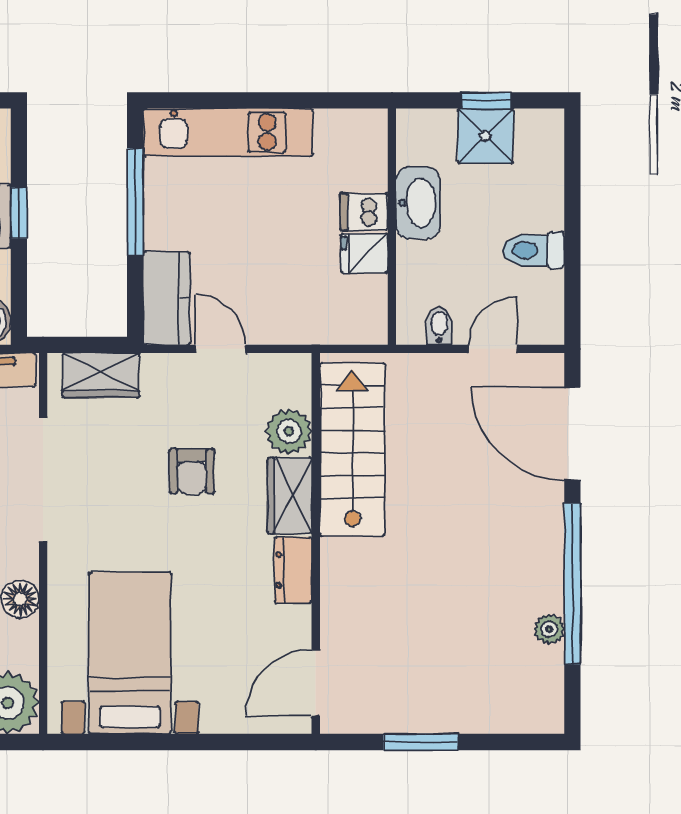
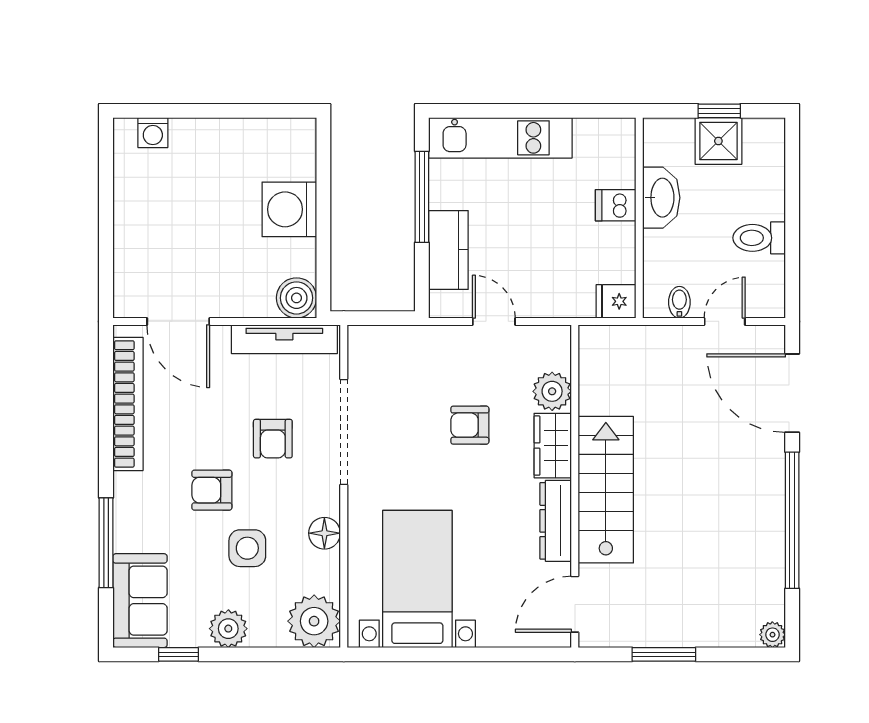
window: (19, 213) -> (323, 206), removed
fridge: (364, 253) -> (616, 301), moved
kitchen counter: (167, 298) -> (448, 250), moved
wardrobe: (101, 375) -> (393, 344), removed
stairs: (352, 449) -> (606, 490), moved
armchair: (192, 471) -> (470, 425), turned 90
dresser: (293, 570) -> (556, 521), width x1.44
plant: (549, 629) -> (772, 635), moved

